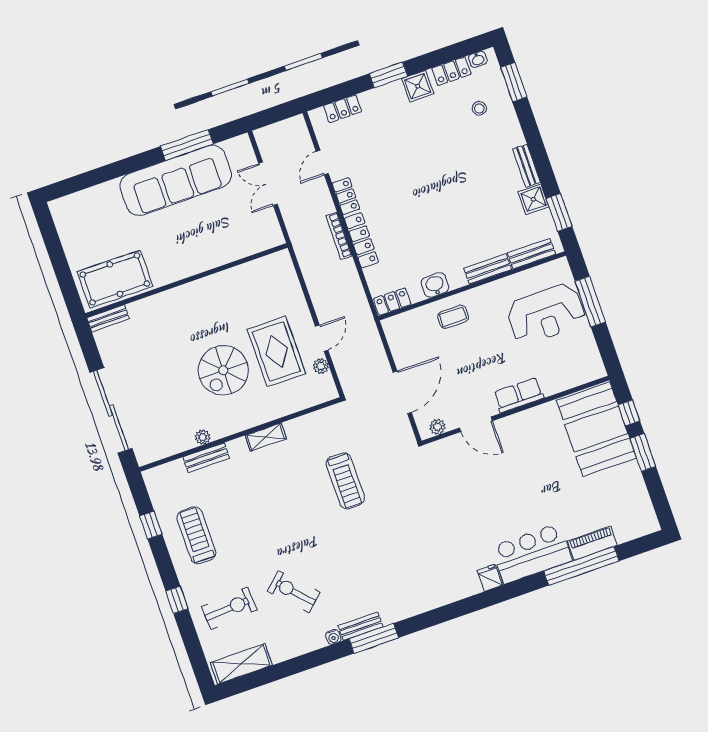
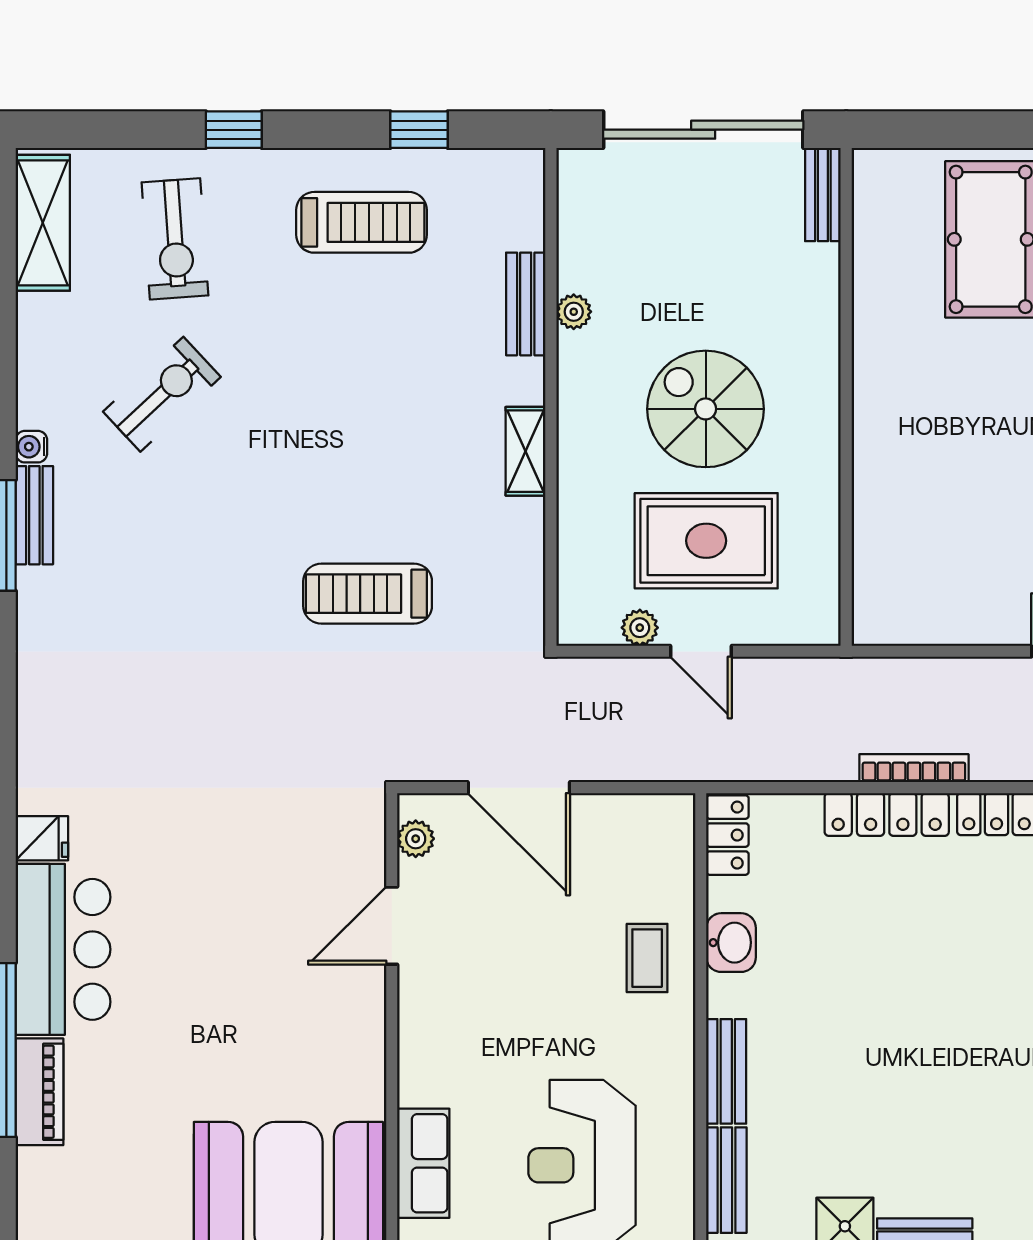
wall: (187, 280) -> (846, 397), moved
bench: (108, 318) -> (823, 195), moved
row of seats: (519, 395) -> (423, 1163), moved

